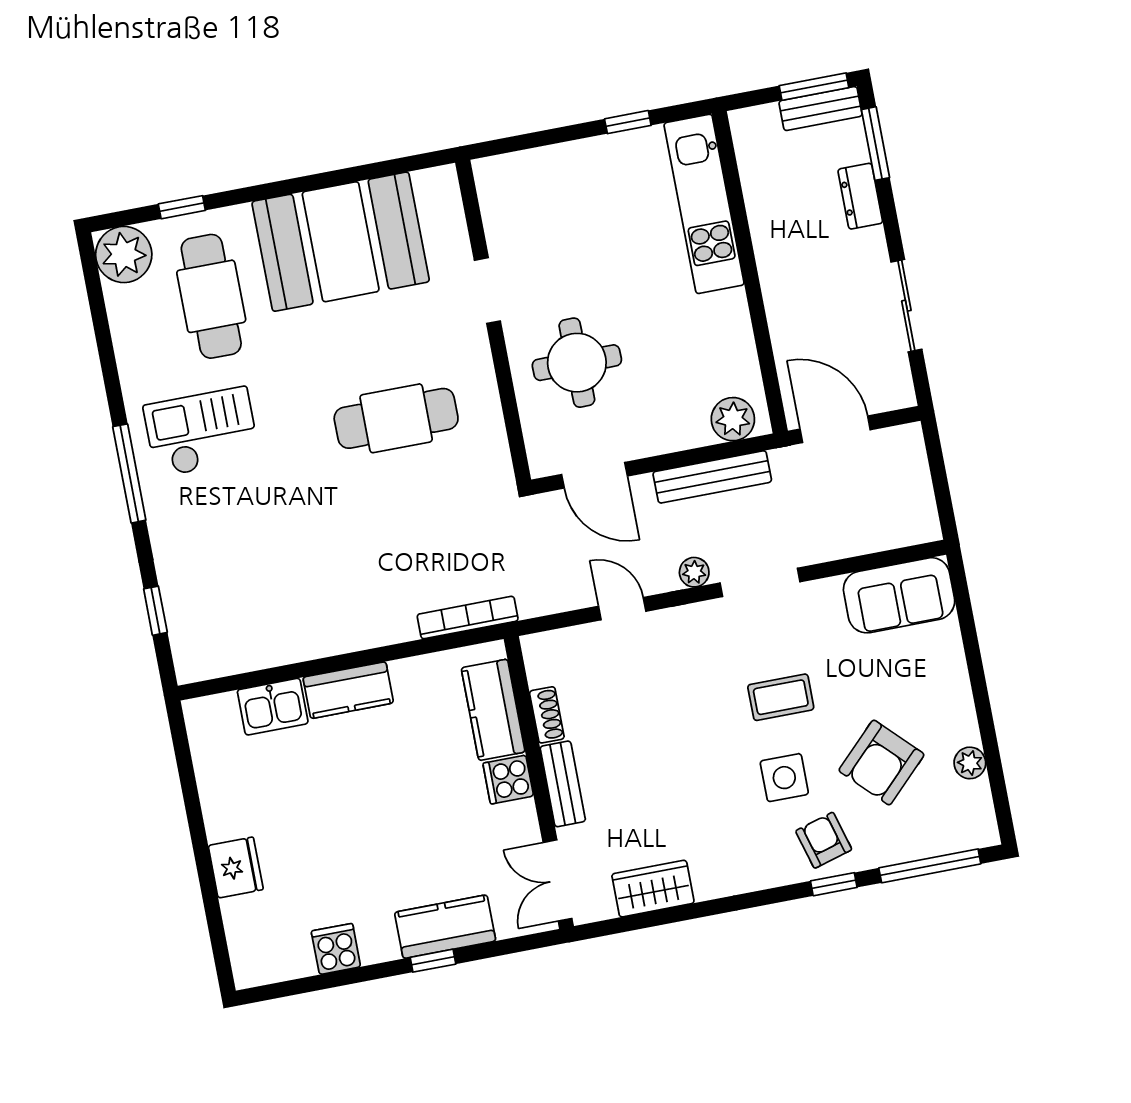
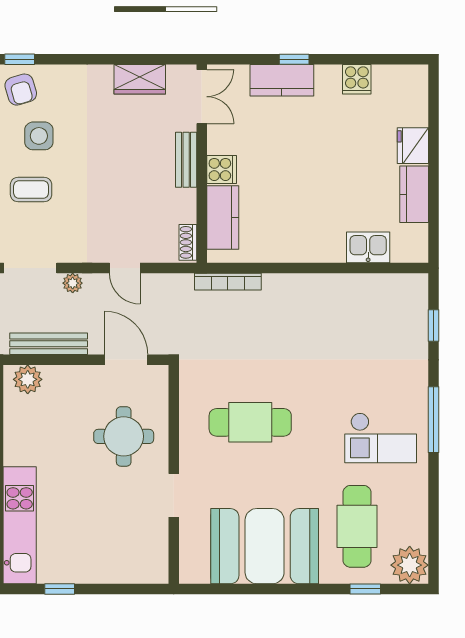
kitchen counter: (348, 690) -> (414, 194), moved, turned -90
shoe rack: (547, 715) -> (188, 242), moved

